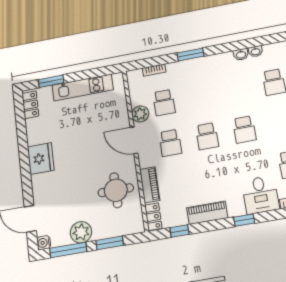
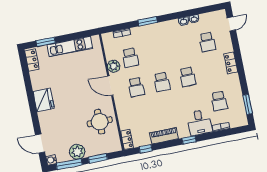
piano: (150, 185) -> (123, 117), removed

